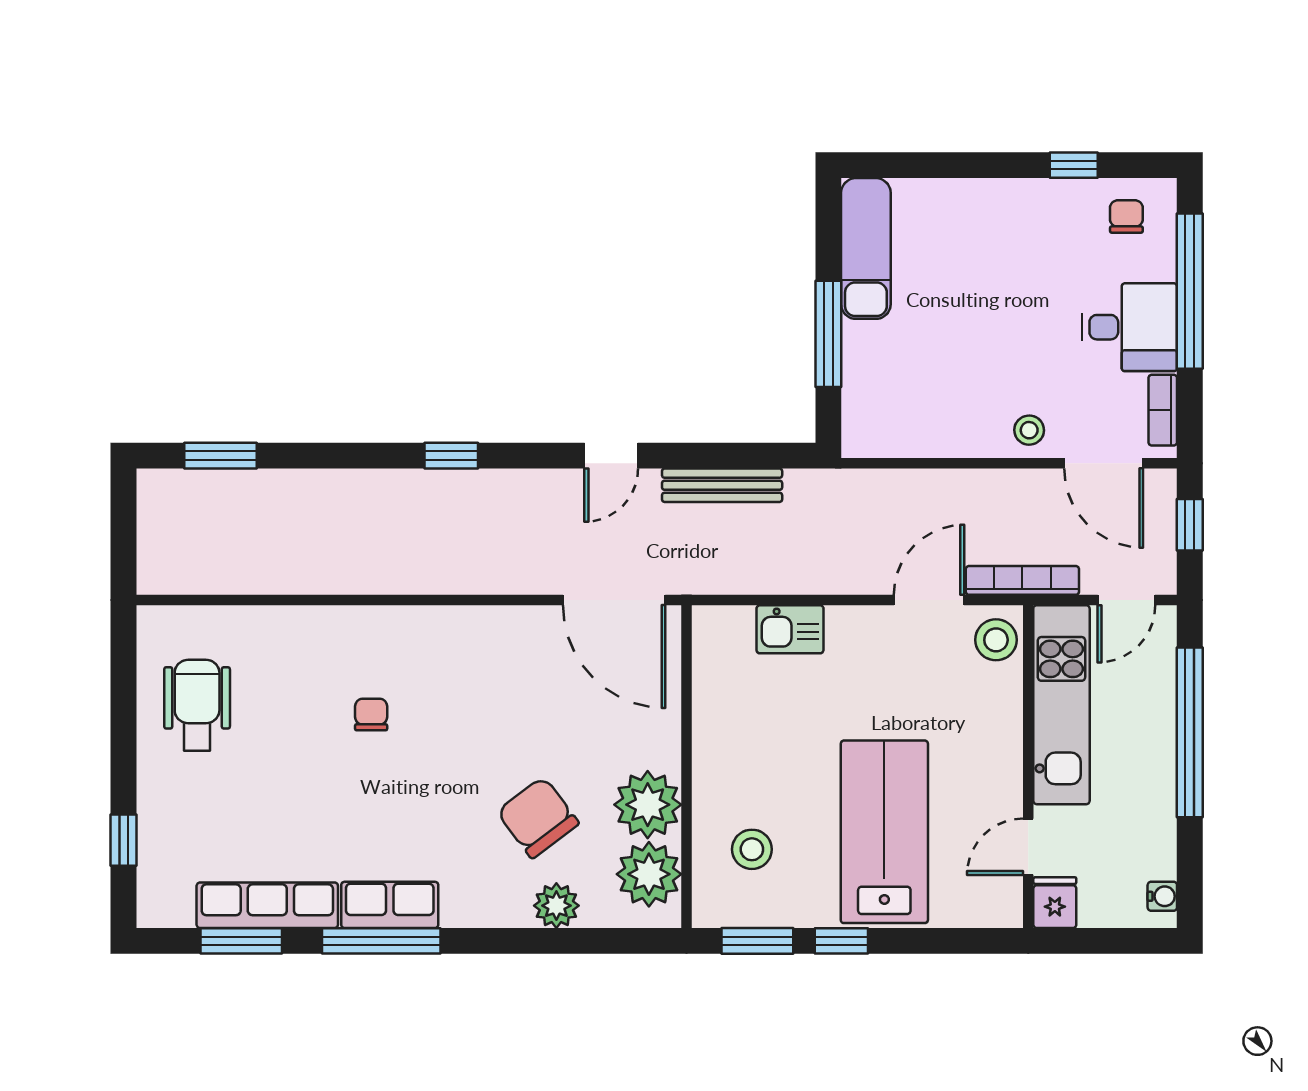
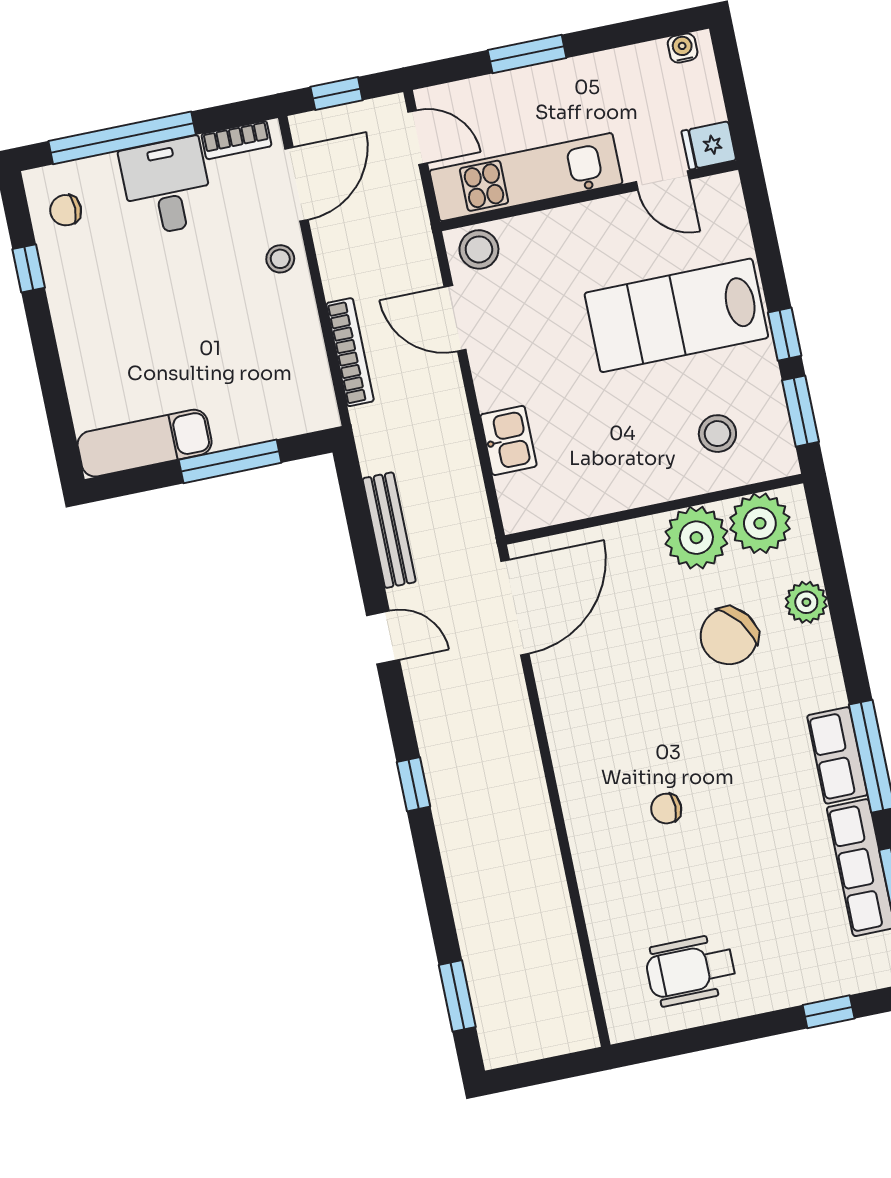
bookcase: (1022, 580) -> (350, 352), moved, turned 180
window: (1190, 732) -> (527, 54), width x0.47

